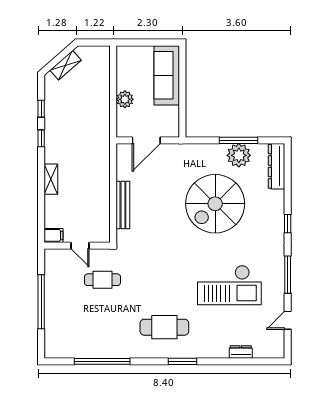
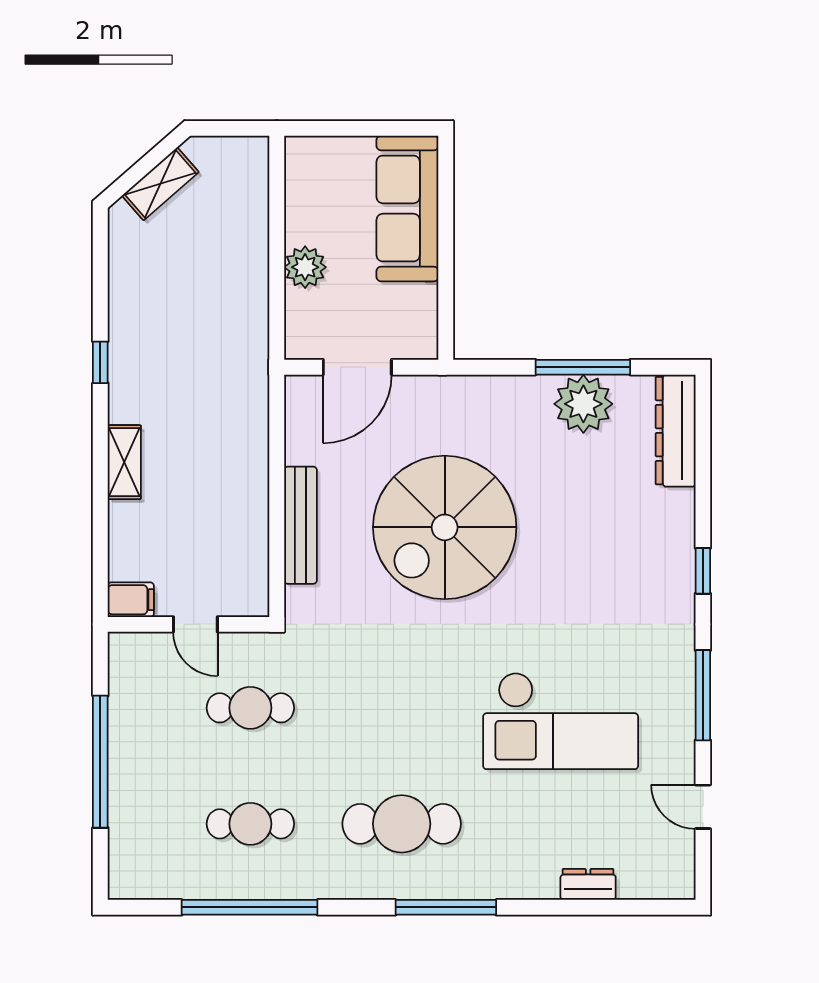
window: (41, 109) -> (100, 290), removed
spiral stairs: (215, 204) -> (445, 527), moved
door: (288, 320) -> (703, 807), hinge flipped
cafe table: (102, 327) -> (250, 824), added
window: (182, 361) -> (446, 907), width x1.44

